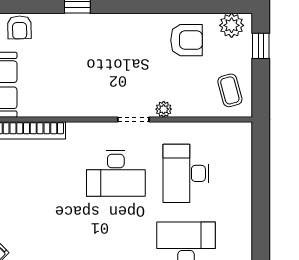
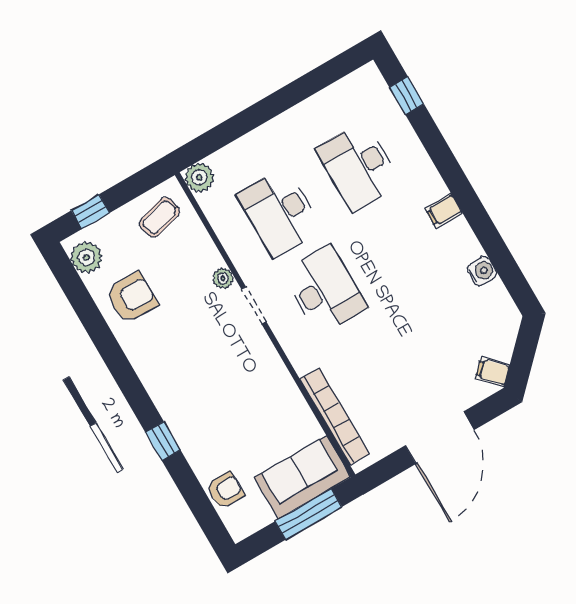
armchair: (187, 40) -> (132, 298), turned 90
plant: (241, 133) -> (199, 177), added
desk: (186, 173) -> (280, 212), turned 90

